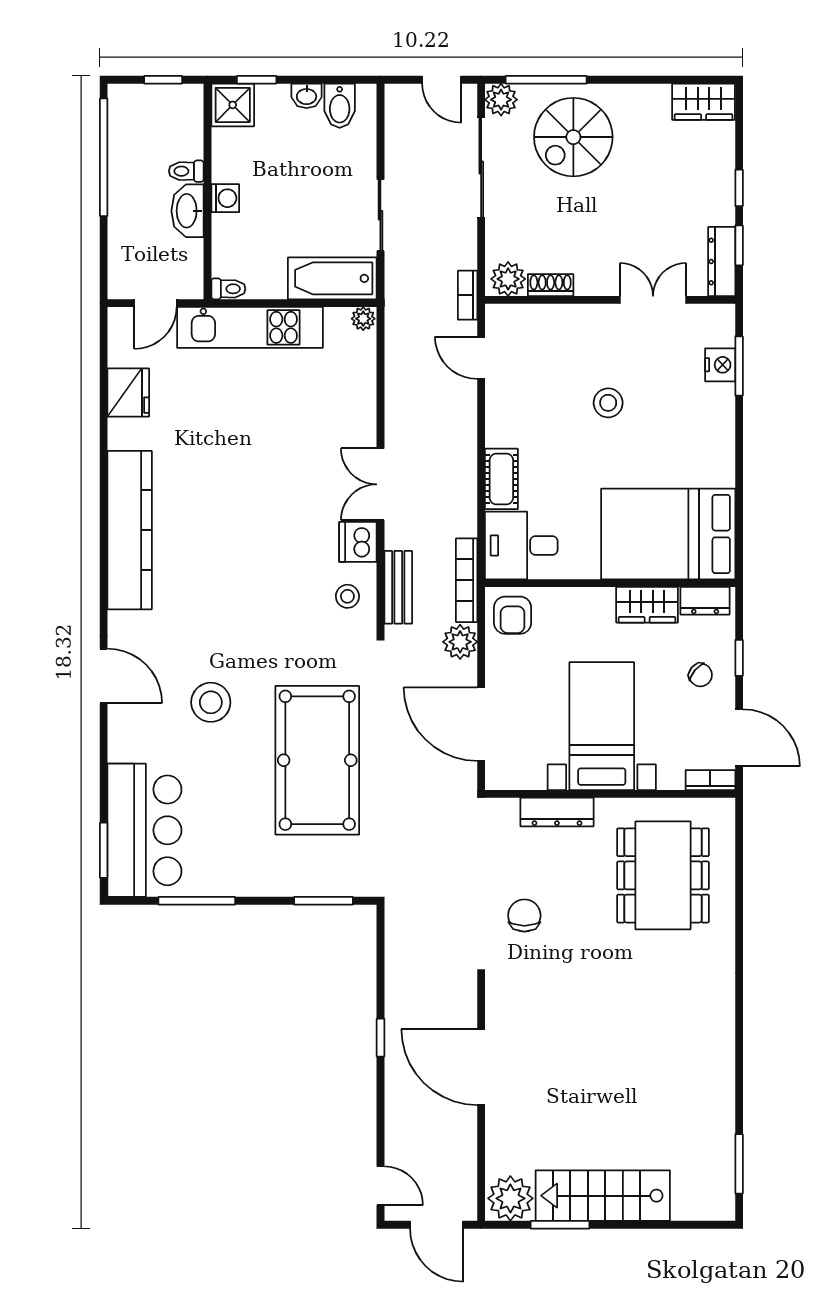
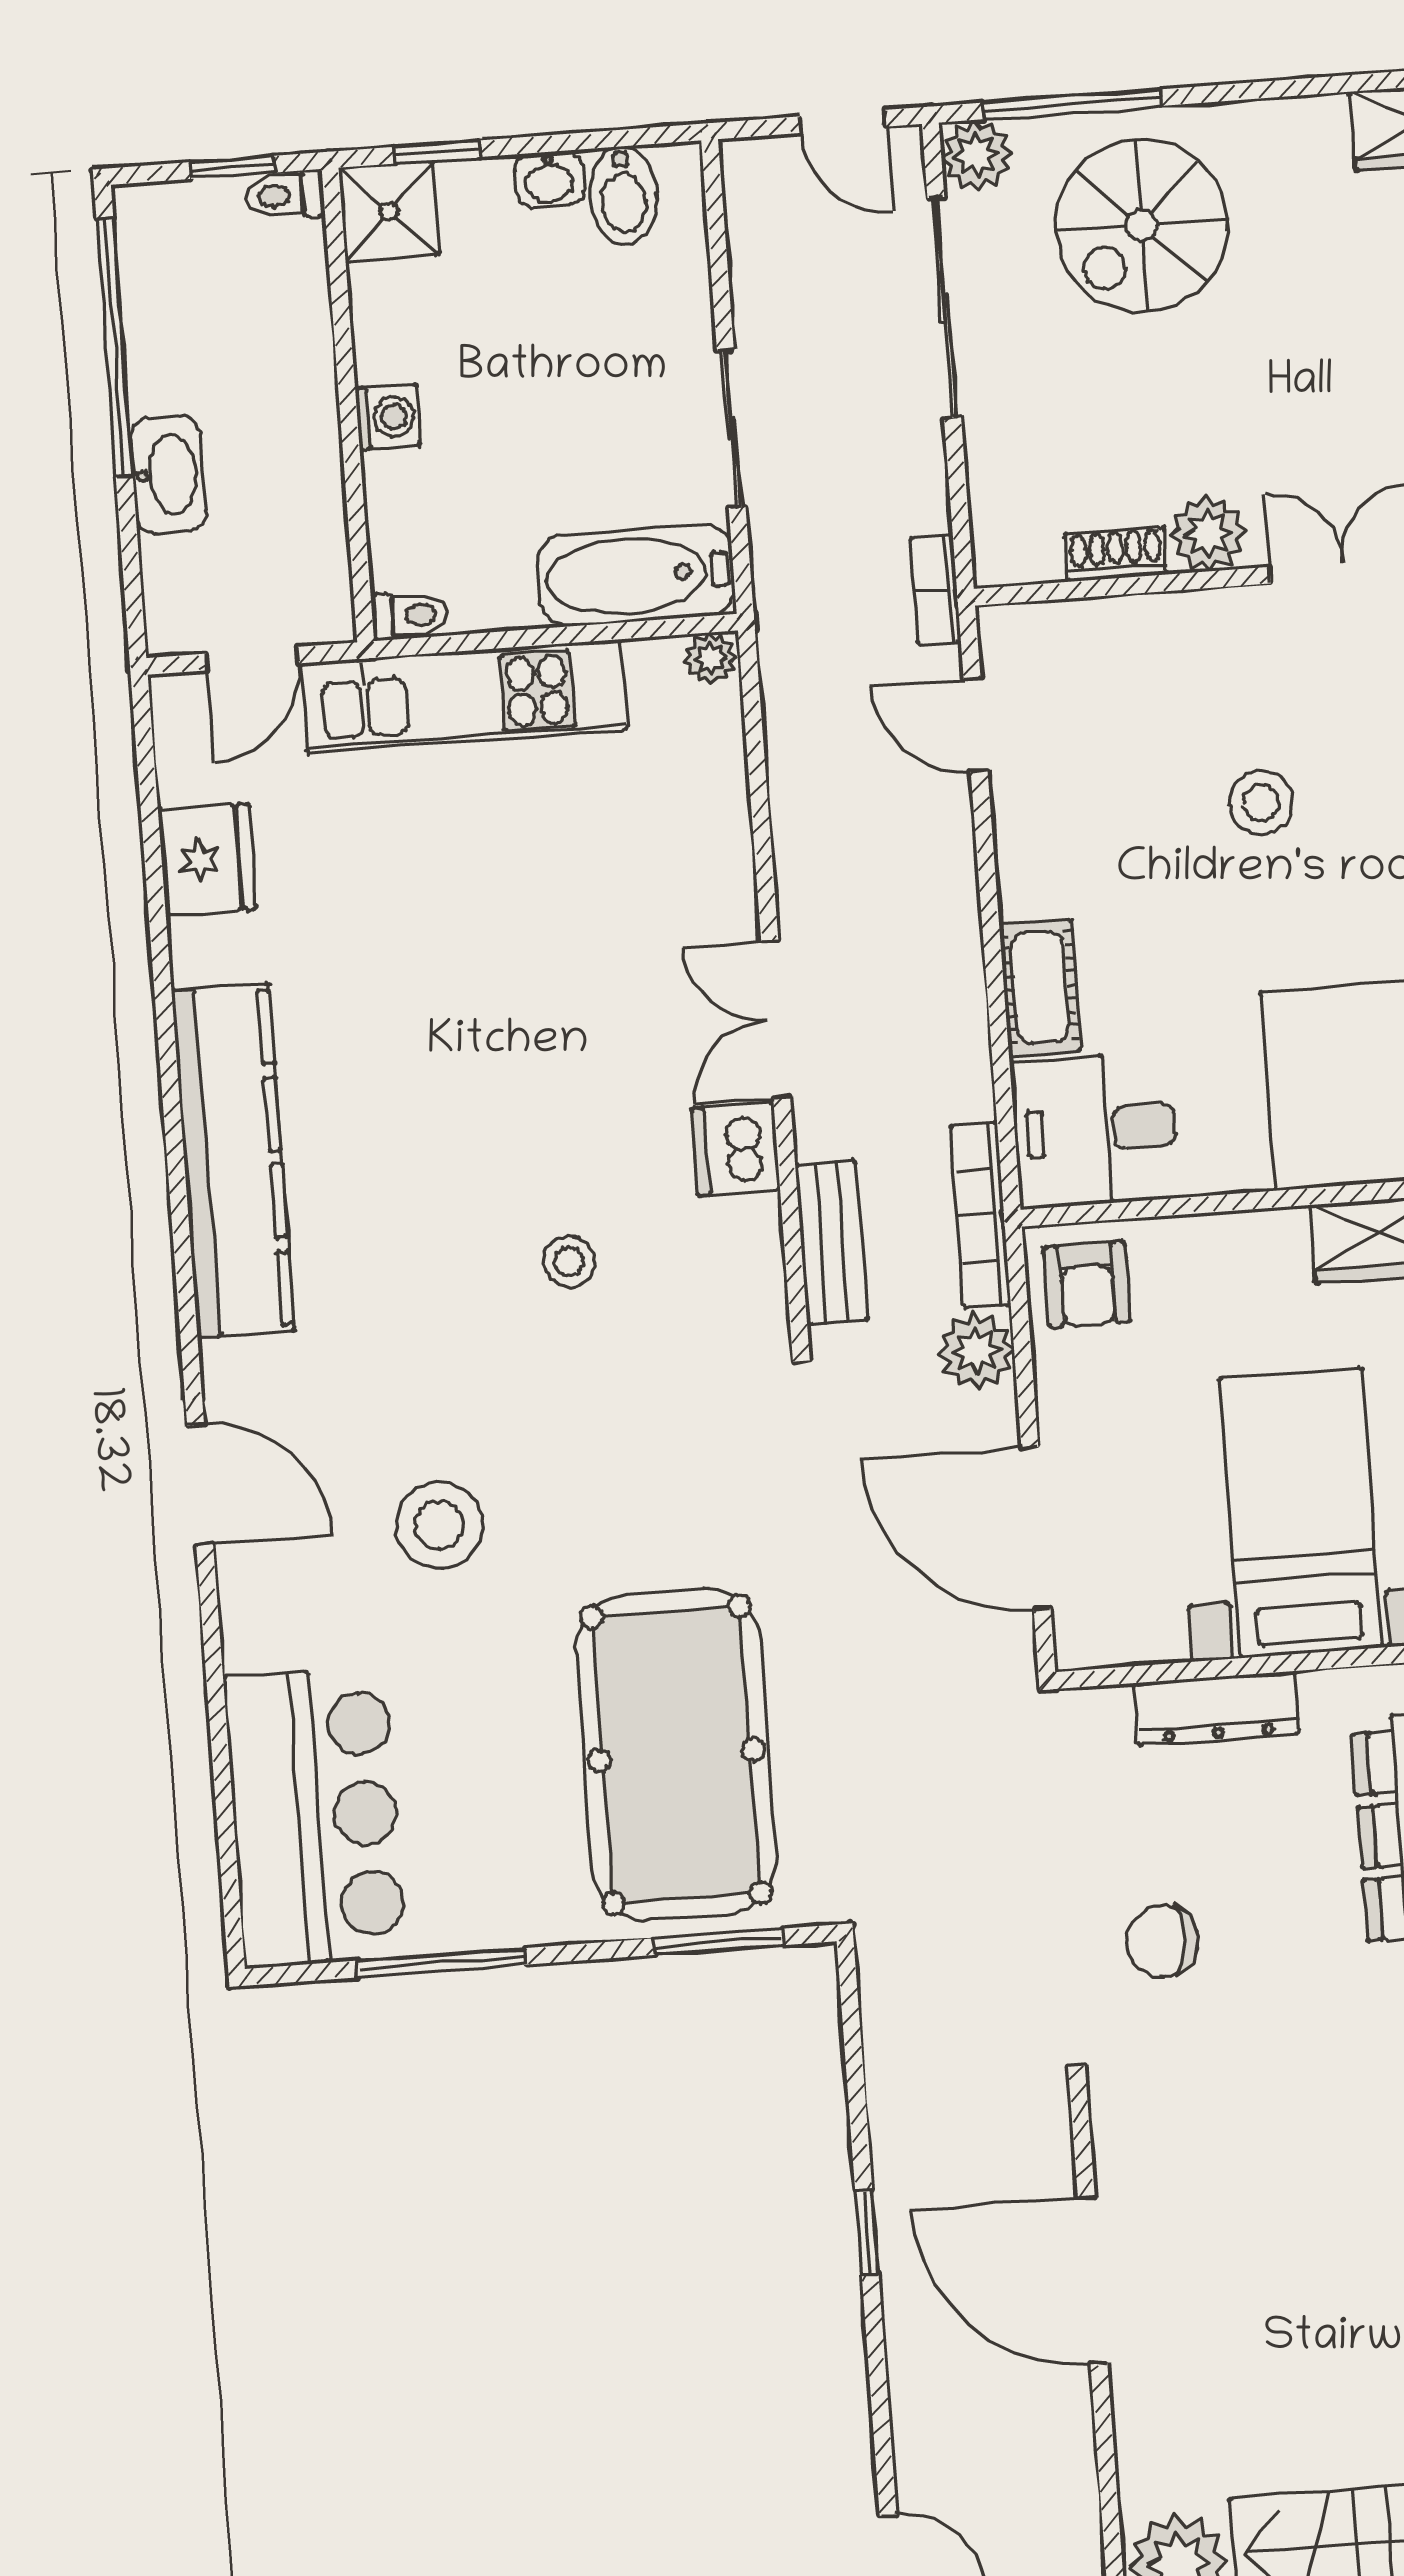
toilet: (186, 171) -> (285, 195), moved
washbasin: (188, 211) -> (168, 475), moved, turned 180
plant: (508, 279) -> (1208, 534), moved
stool: (347, 596) -> (569, 1262), moved
pool table: (317, 760) -> (676, 1755), moved
window: (104, 850) -> (229, 1867), removed
chair: (524, 915) -> (1162, 1941), turned -90

